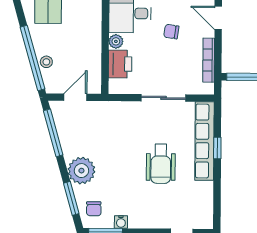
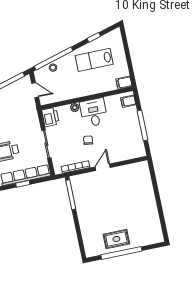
printer: (120, 64) -> (50, 117), moved, turned -90

